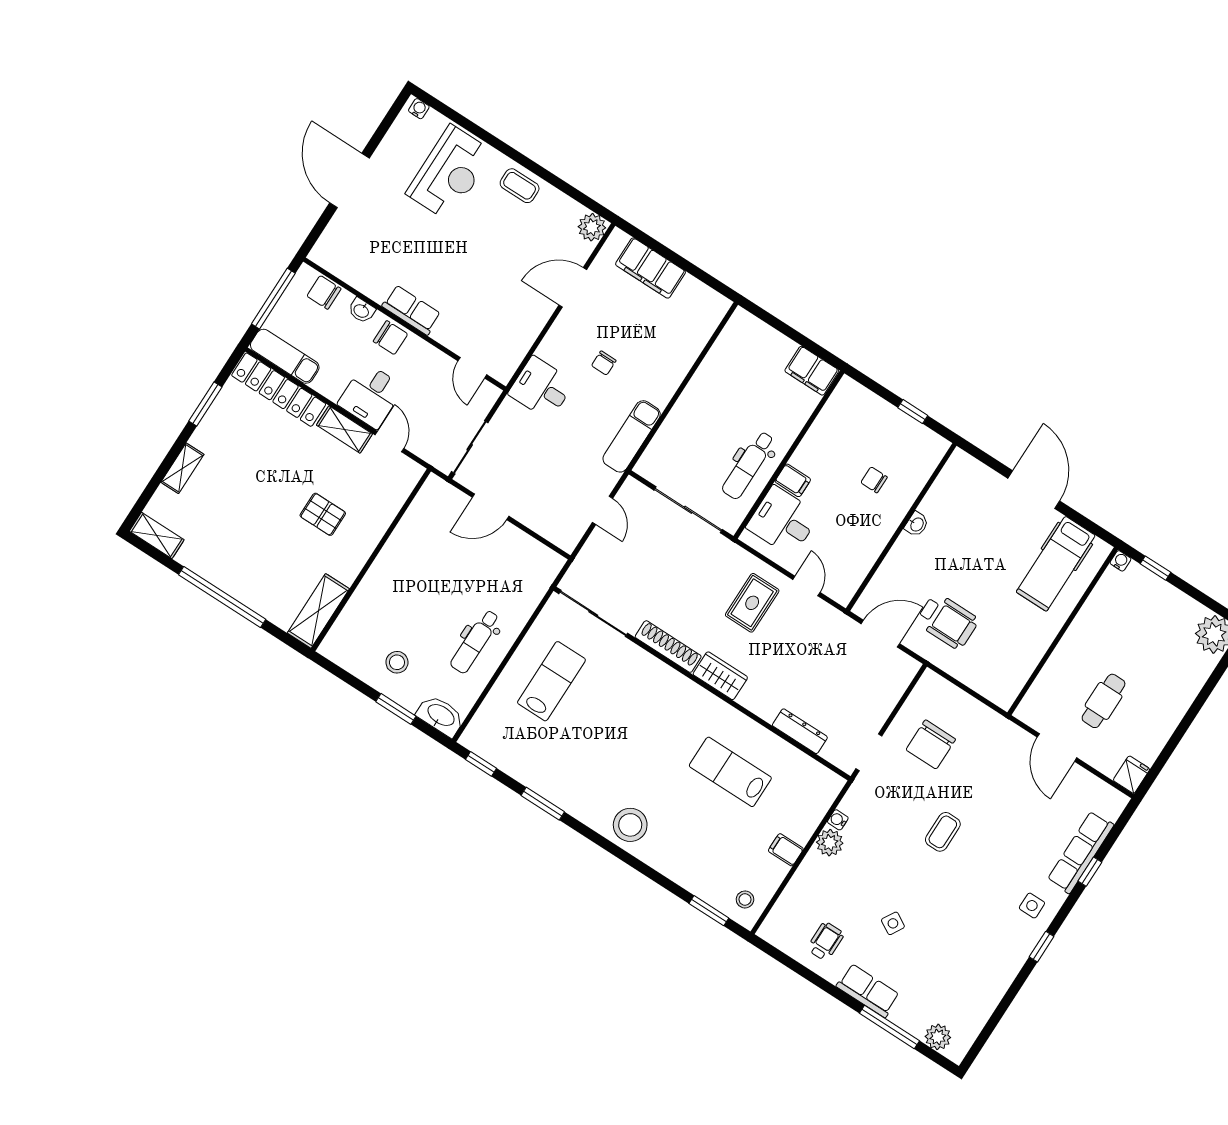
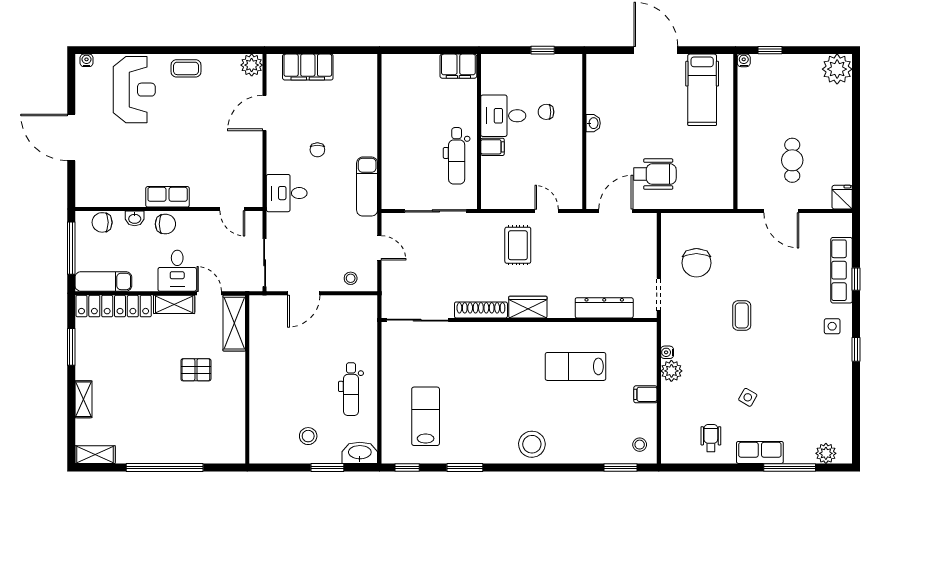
desk: (783, 521) -> (503, 116), moved
stool: (551, 523) -> (351, 278), added
shelving: (318, 611) -> (234, 323), moved
lab bench: (551, 681) -> (426, 416), moved
dresser: (800, 731) -> (604, 308), width x1.37, depth x1.24

